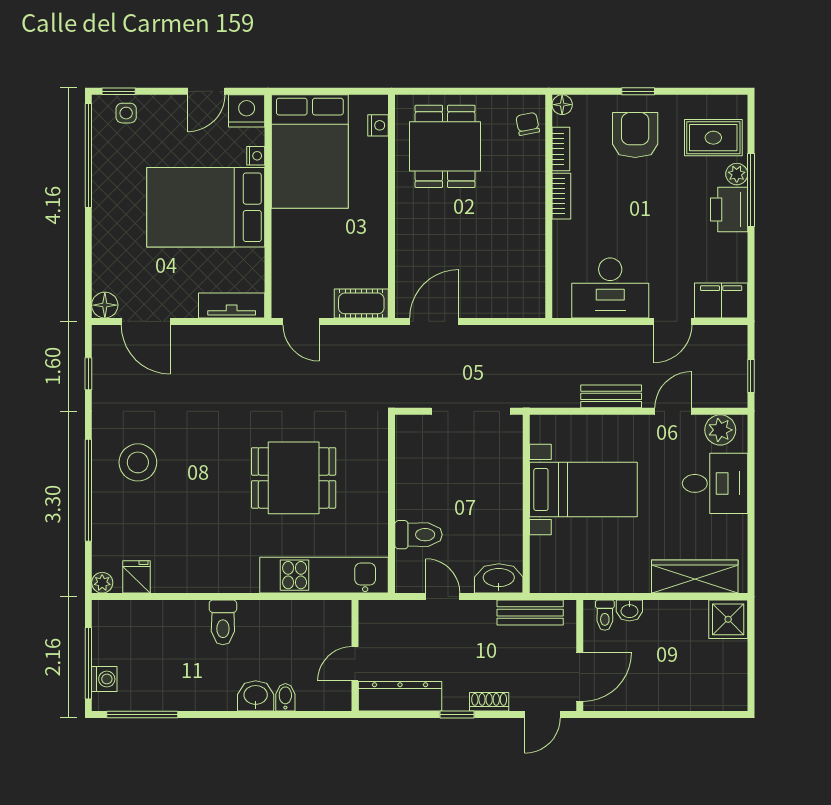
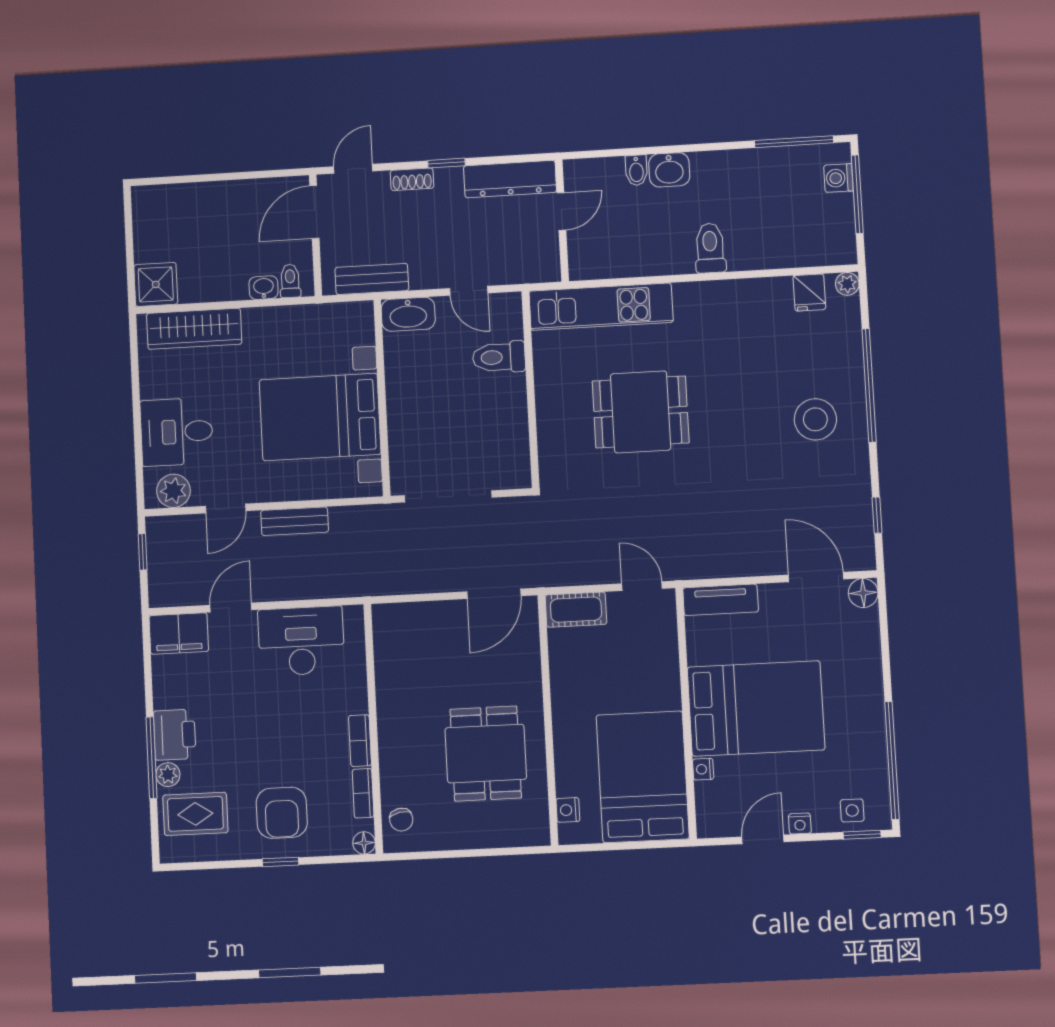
nightstand: (247, 111) -> (800, 824), moved, width x0.53, depth x0.56
dining table: (445, 146) -> (486, 754), moved
bed with nightstands: (583, 489) -> (320, 417), width x1.36

